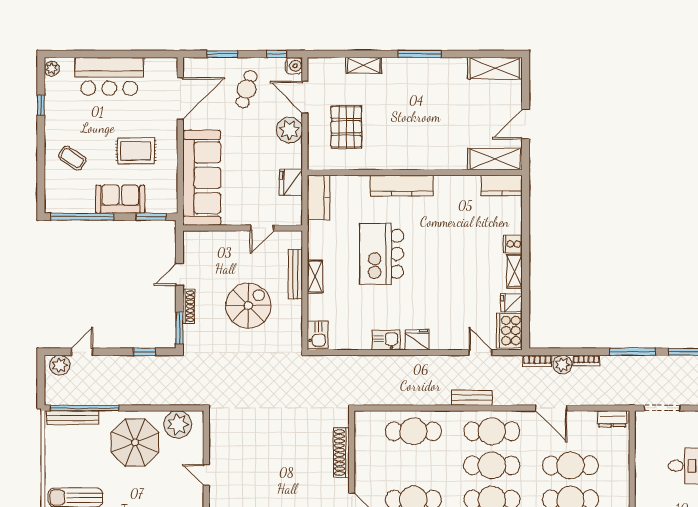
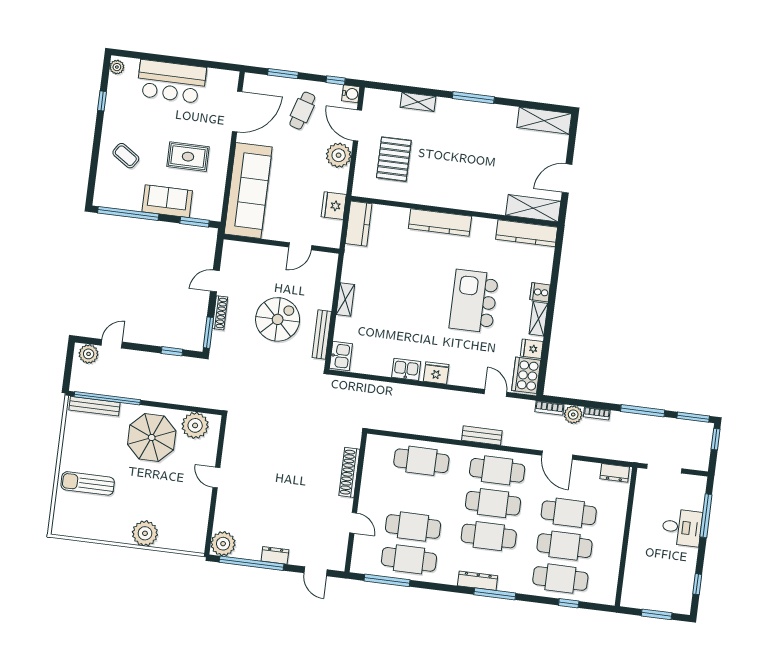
kitchen counter: (502, 185) -> (527, 233), width x1.50
kitchen island: (382, 254) -> (474, 301), moved
bench: (295, 274) -> (322, 335), moved

